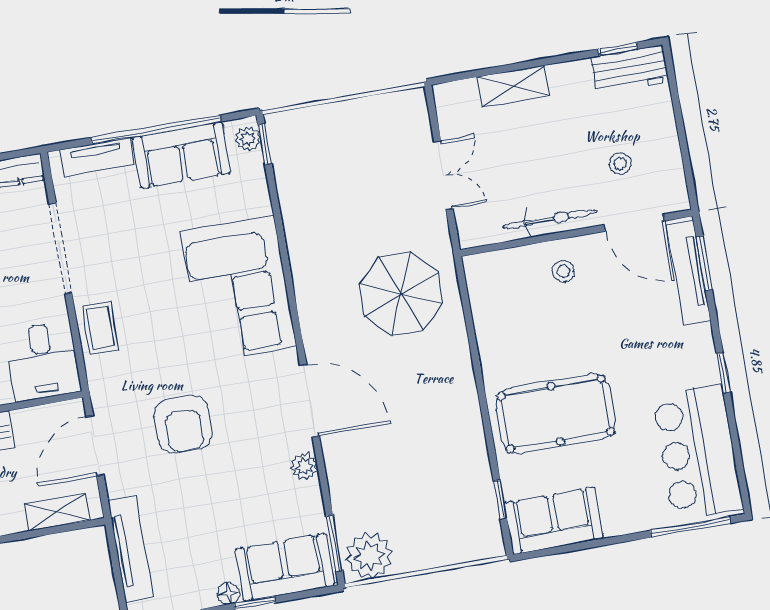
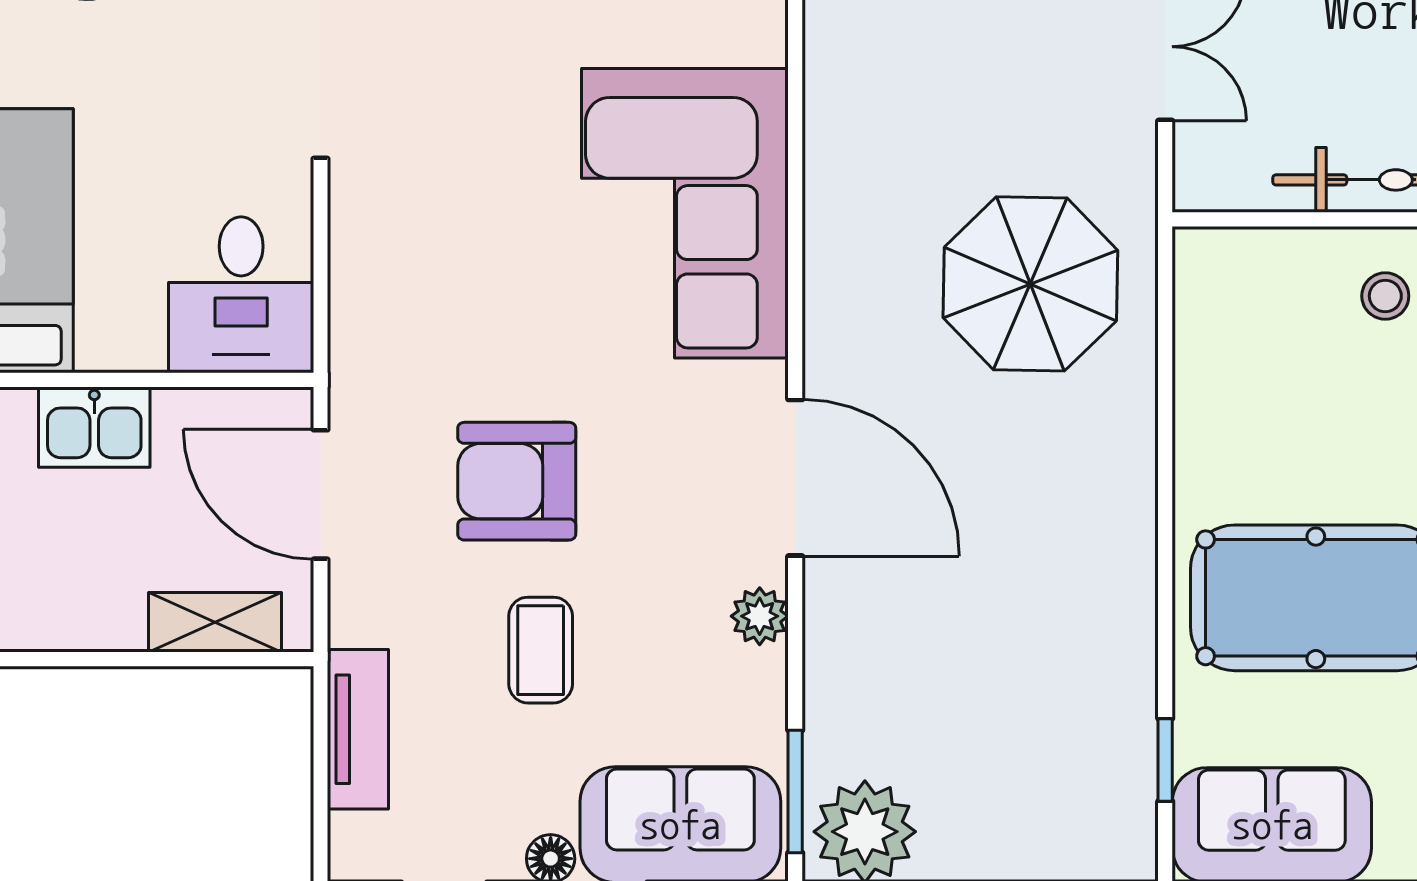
coffee table: (100, 328) -> (541, 650), moved
armchair: (183, 424) -> (517, 481), turned 90
door: (95, 446) -> (321, 494), hinge flipped
tv unit: (131, 550) -> (358, 729), width x0.71

